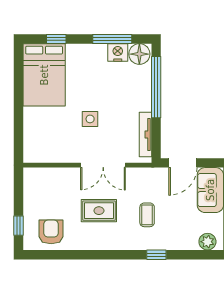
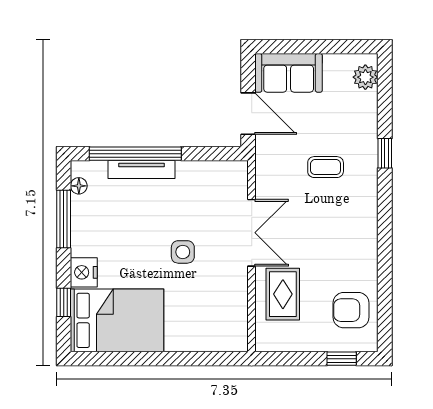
nightstand: (118, 52) -> (84, 272), moved
floor lamp: (139, 54) -> (79, 186), width x0.53, depth x0.53
tv unit: (145, 135) -> (141, 170), moved
rug: (99, 211) -> (283, 294), moved

